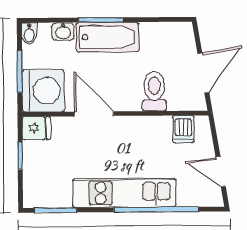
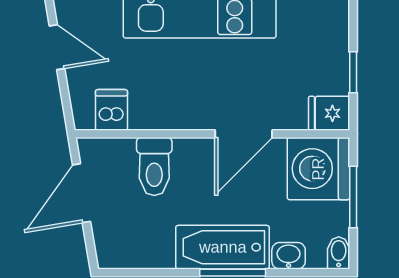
door: (94, 114) -> (244, 134), hinge flipped

